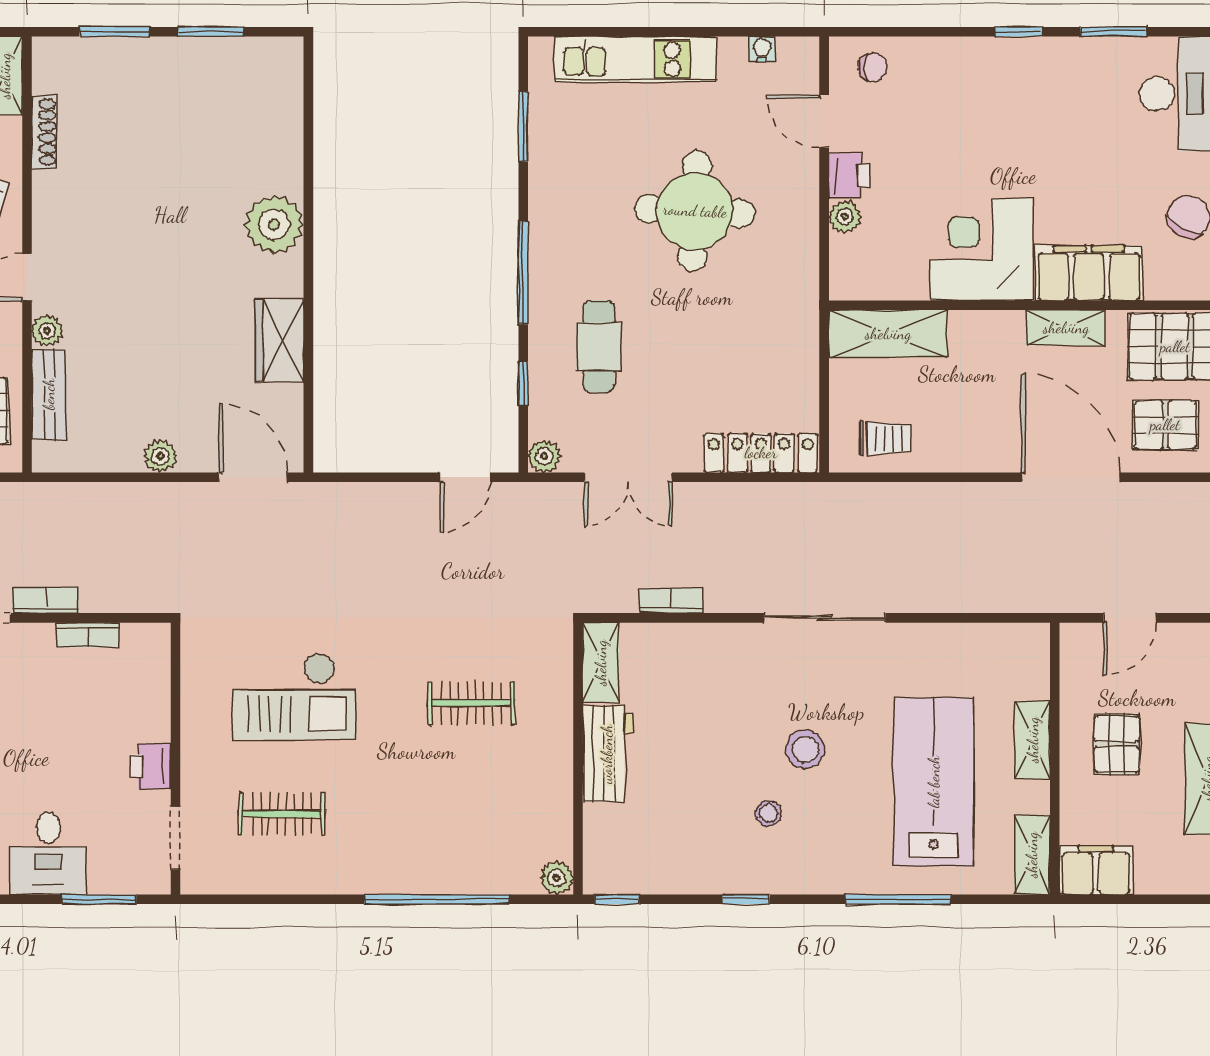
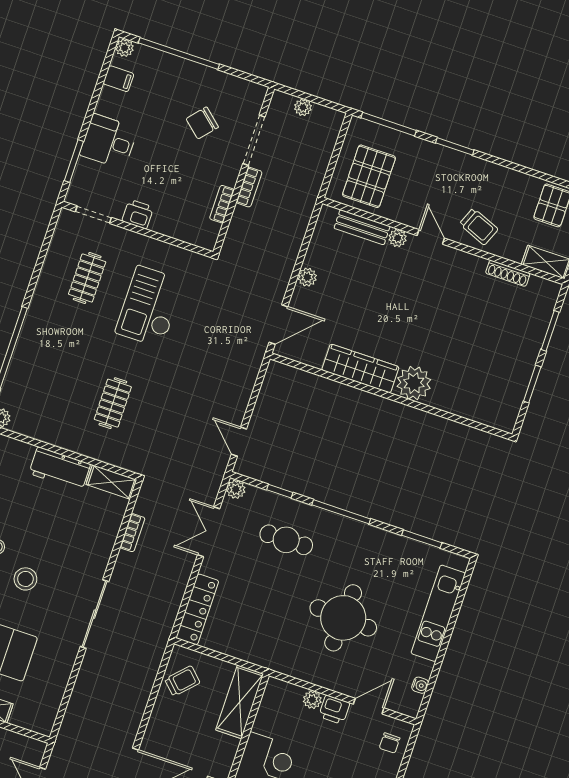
wardrobe: (280, 341) -> (360, 368), width x1.50
trolley: (885, 438) -> (182, 681), turned -136

